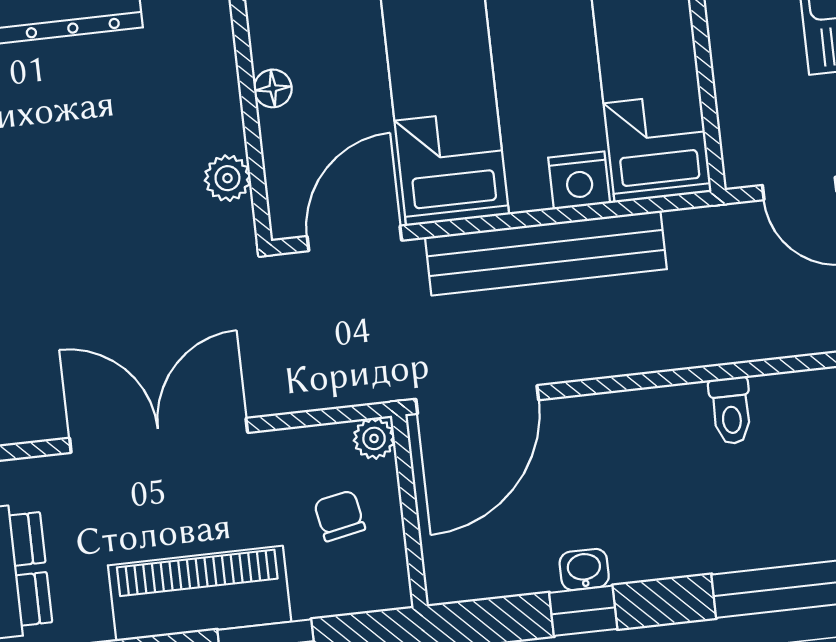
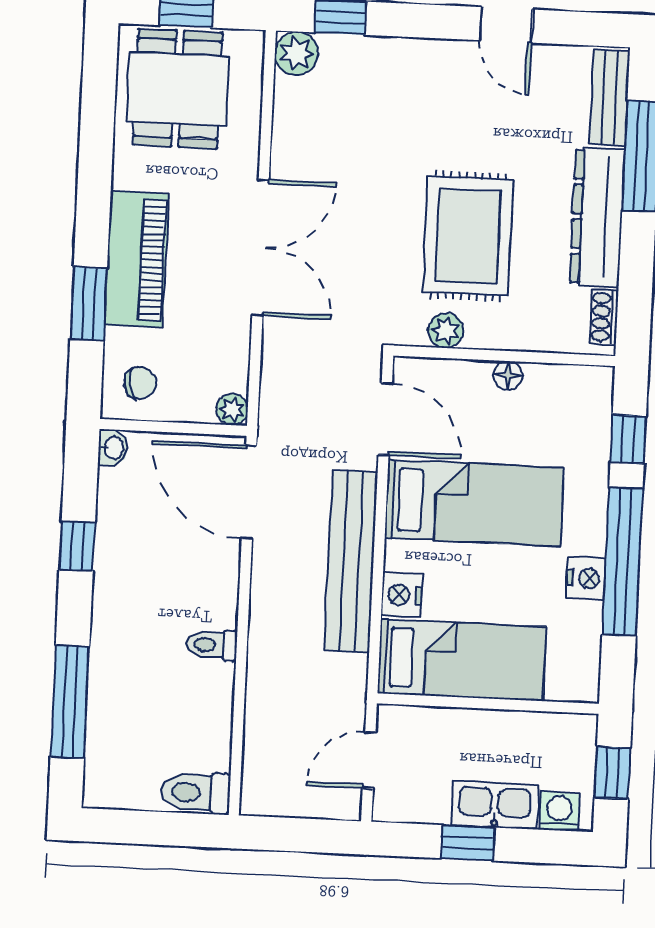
rug: (101, 169) -> (468, 236), added
toilet: (731, 411) -> (212, 645), moved
chair: (339, 516) -> (140, 383), moved
washbasin: (584, 569) -> (113, 448), moved

